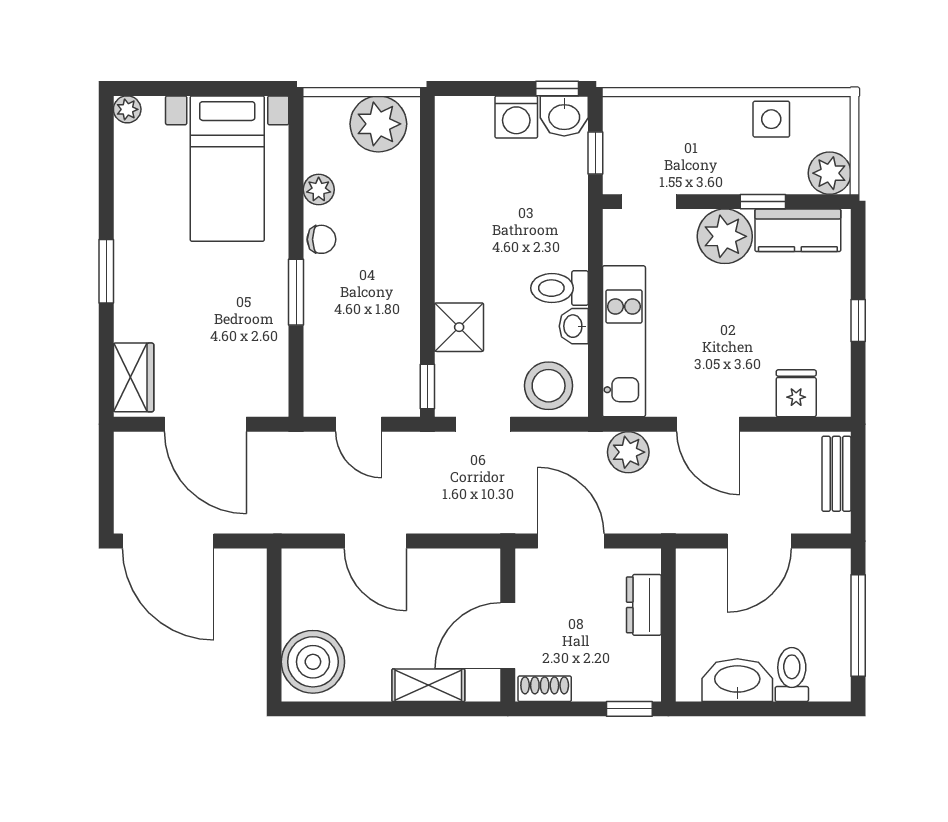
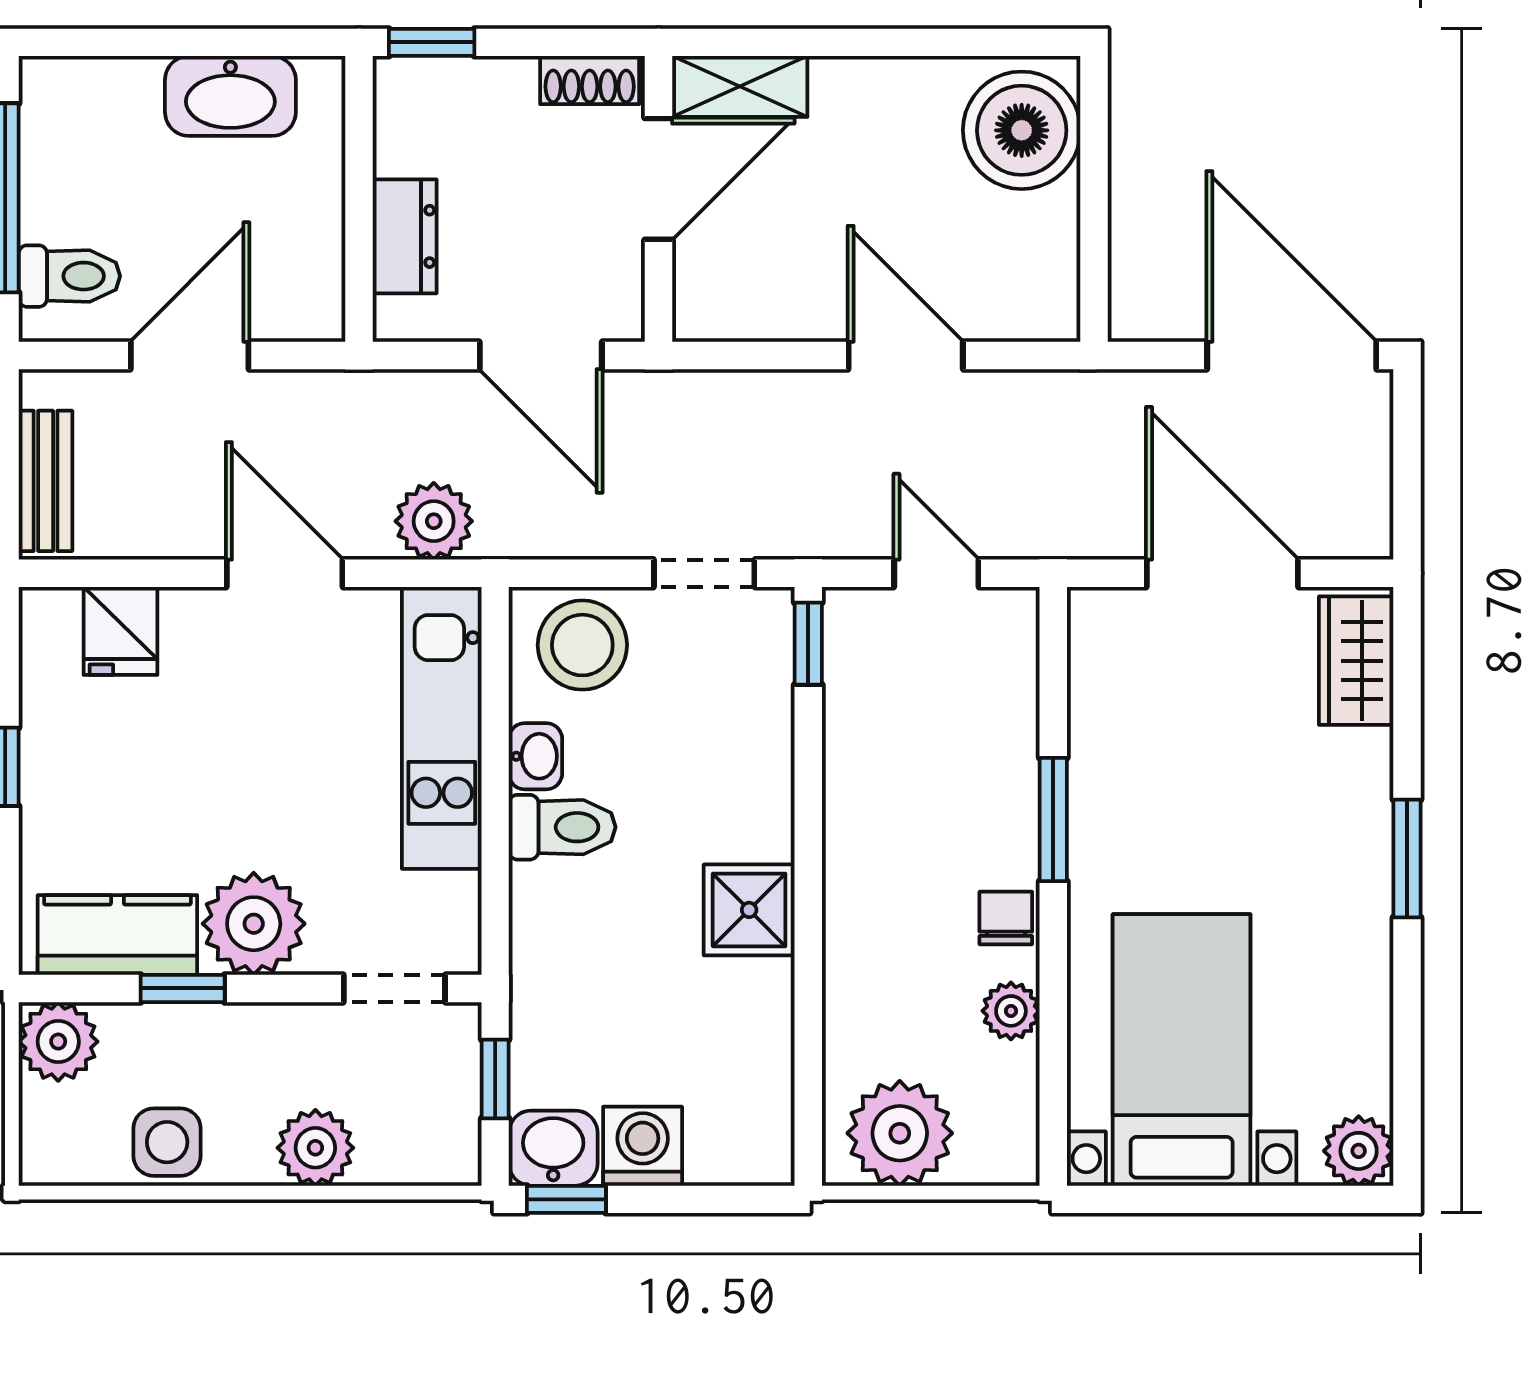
plant: (127, 109) -> (1359, 1151), width x1.38, depth x1.38
plant: (692, 116) -> (315, 1148), added
chair: (321, 239) -> (1006, 918), turned 90
shower: (459, 327) -> (749, 910), moved
toilet: (792, 674) -> (69, 276), moved, turned -90
shelving: (428, 685) -> (740, 86), moved

